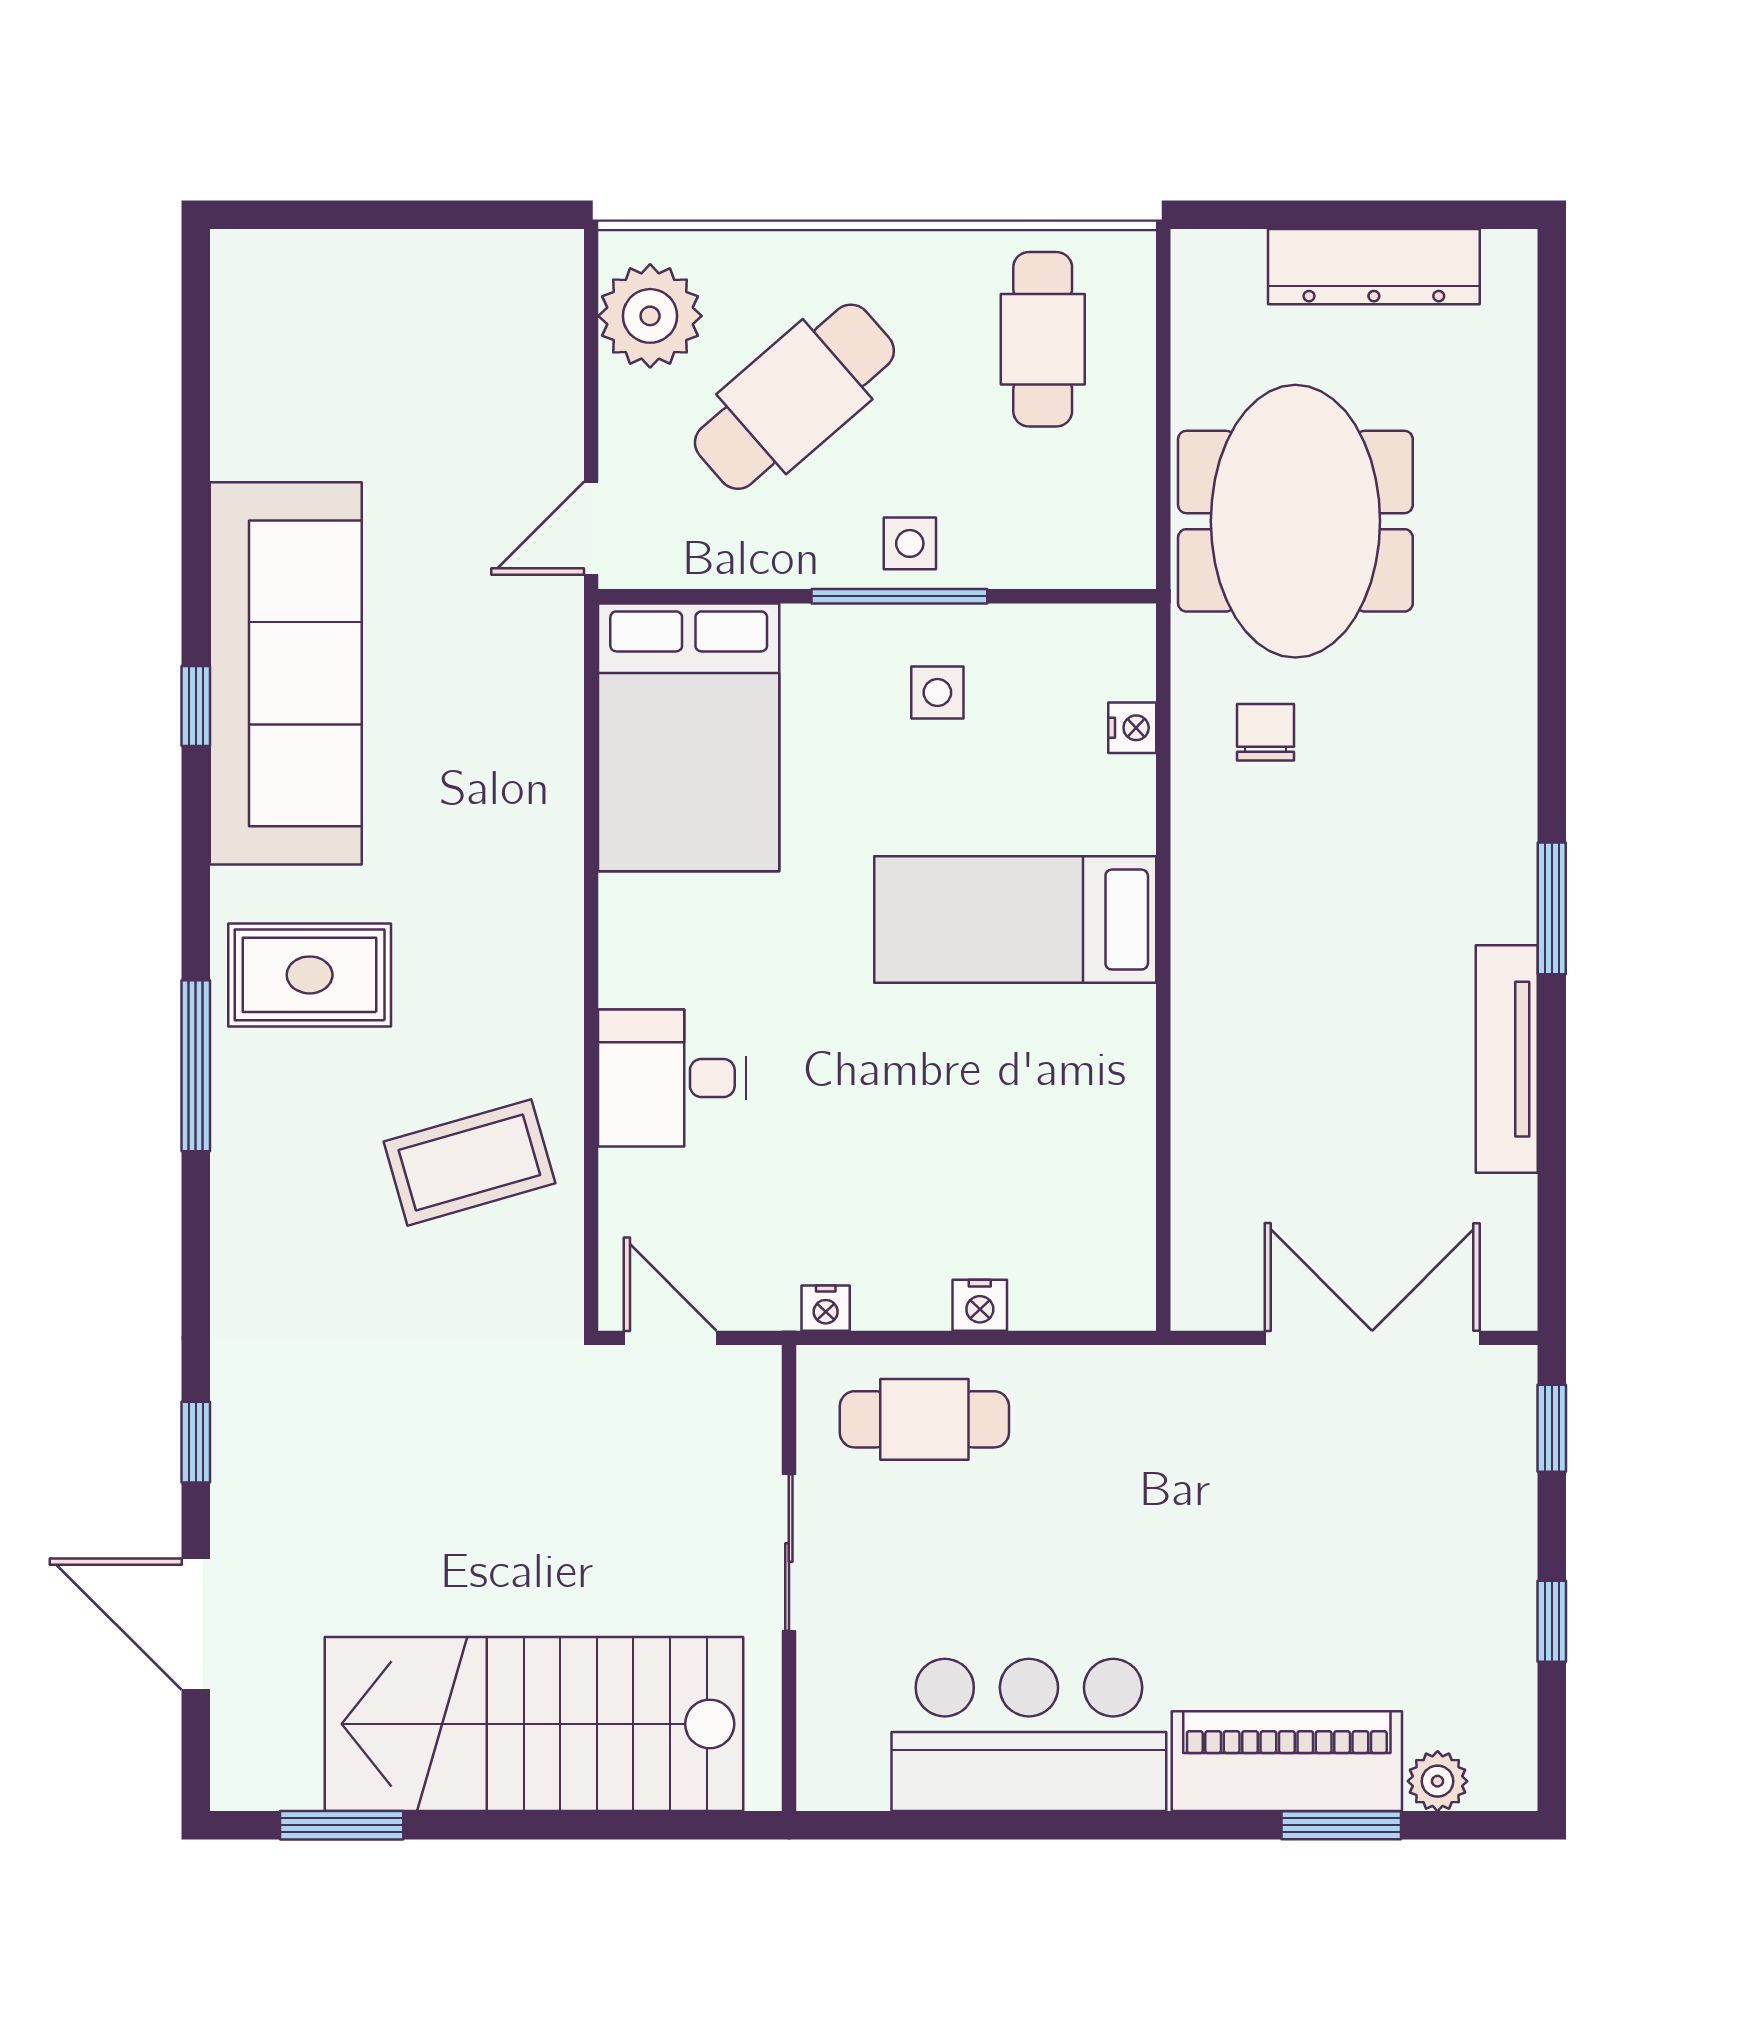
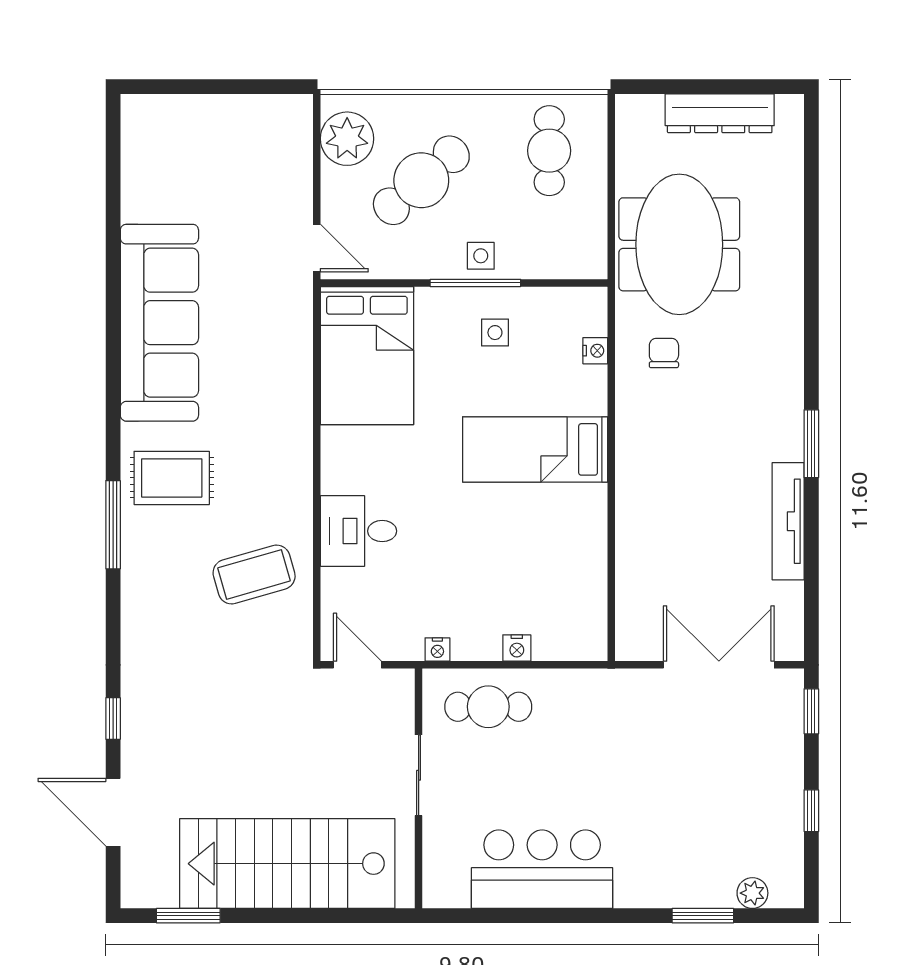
door: (591, 528) -> (317, 248), swing flipped
window: (196, 706) -> (113, 340), removed
piano: (1287, 1761) -> (675, 883), removed

